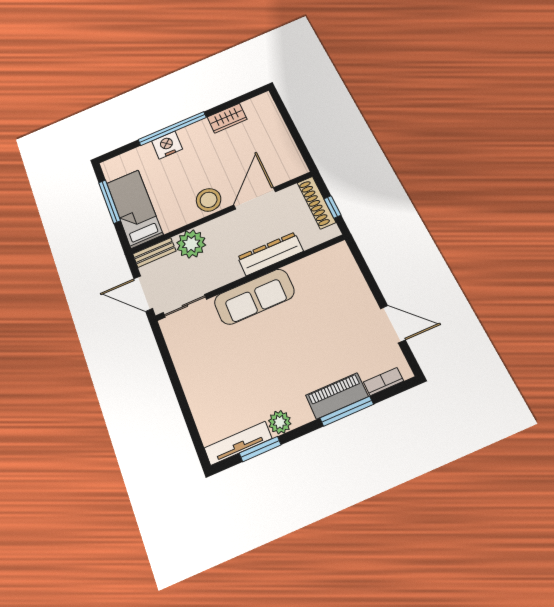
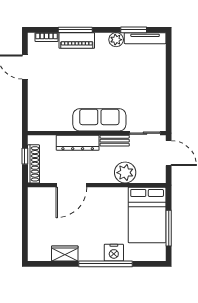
stool: (209, 200) -> (102, 198), removed
bed: (135, 209) -> (147, 215), width x1.50
bench: (154, 253) -> (115, 141), moved

